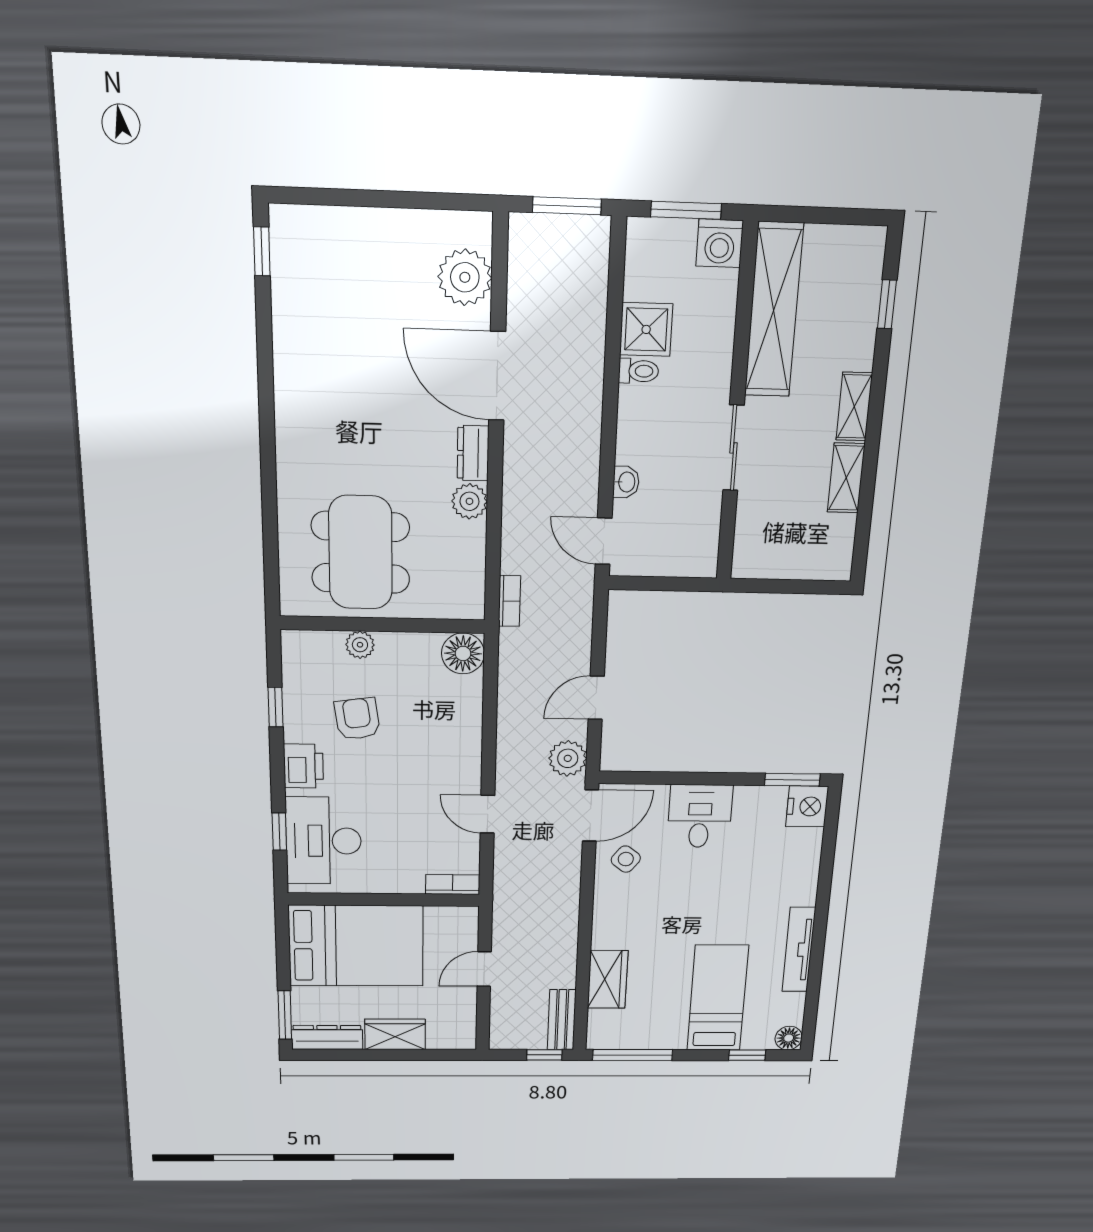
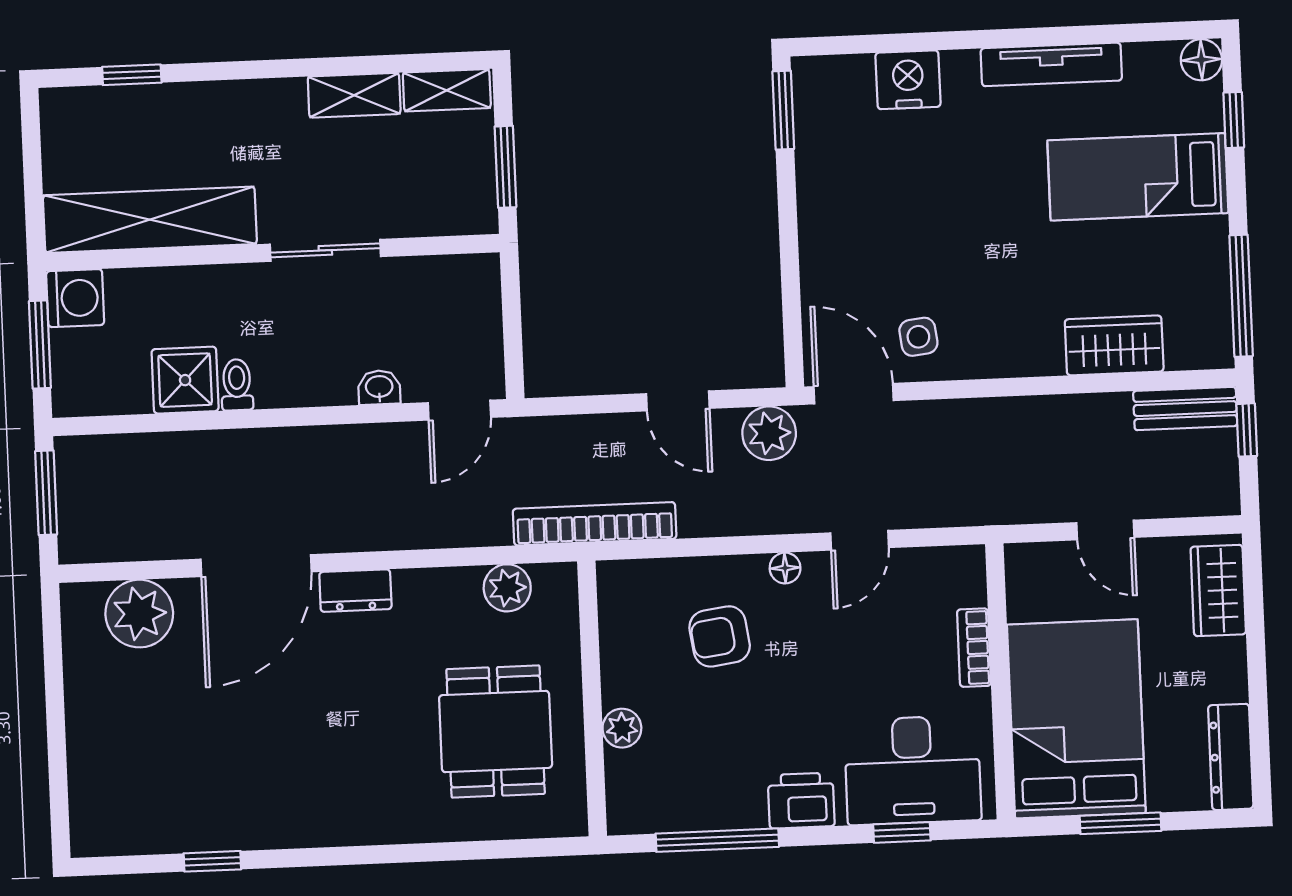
window: (262, 251) -> (212, 861), moved
shelving: (854, 407) -> (447, 90), moved
plant: (469, 501) -> (507, 588), moved
dining table: (361, 553) -> (496, 732), width x0.73
window: (778, 586) -> (505, 167), added
bookcase: (509, 601) -> (595, 524), width x2.31, depth x1.31
floor lamp: (463, 653) -> (785, 568), moved, width x0.53, depth x0.53
window: (276, 707) -> (717, 840), width x2.17
armchair: (357, 719) -> (720, 636), moved
nightstand: (807, 806) -> (908, 80), moved
desk: (700, 816) -> (846, 237), removed
side table: (626, 859) -> (918, 337), turned 45
bookcase: (453, 885) -> (974, 648), moved
window: (285, 1015) -> (1121, 823), moved
wardrobe: (395, 1034) -> (1218, 590), moved

